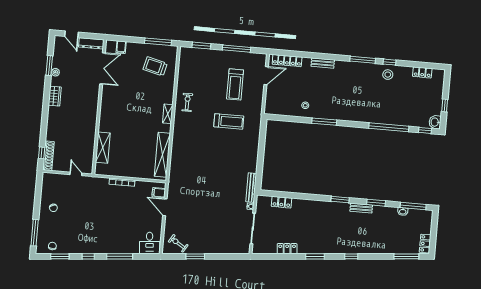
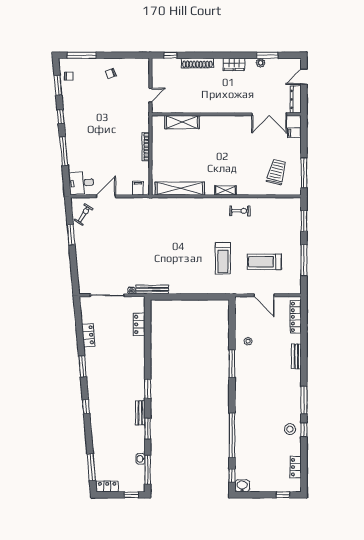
door: (266, 76) -> (264, 295), moved
window: (445, 105) -> (283, 495), moved
shoe rack: (48, 156) -> (197, 63), moved
door: (165, 207) -> (106, 196), moved
window: (434, 223) -> (131, 495), added

